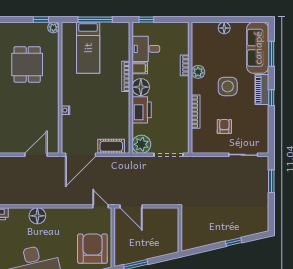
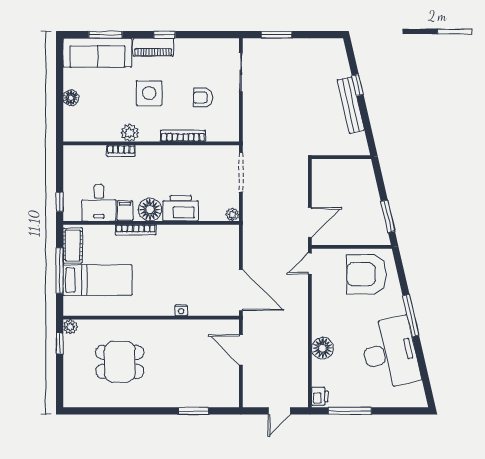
plant: (141, 144) -> (232, 214), width x0.53, depth x0.53
cot: (111, 146) -> (73, 246), moved
bench: (219, 237) -> (351, 105), added

